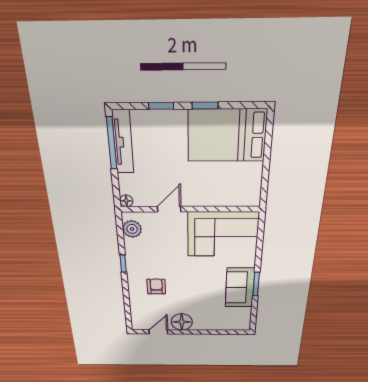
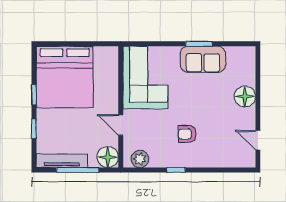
bed: (227, 136) -> (65, 77), width x1.36
window: (112, 143) -> (78, 170), moved
floor lamp: (126, 201) -> (108, 157), width x1.89, depth x1.89
armchair: (156, 287) -> (187, 134), moved
floor lamp: (182, 322) -> (245, 97), moved

